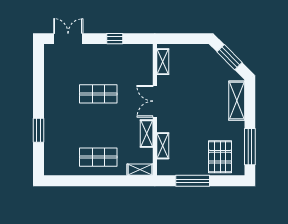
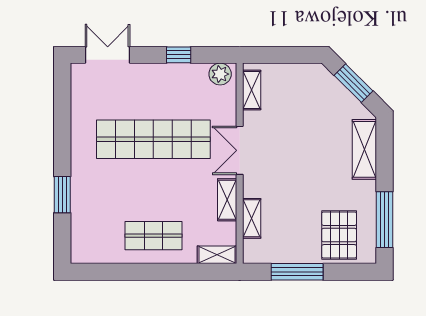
plant: (142, 51) -> (220, 74), added
shop shelf: (98, 94) -> (153, 139), width x2.00, depth x1.36

